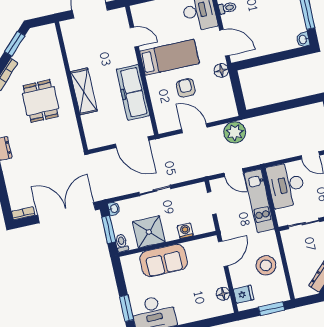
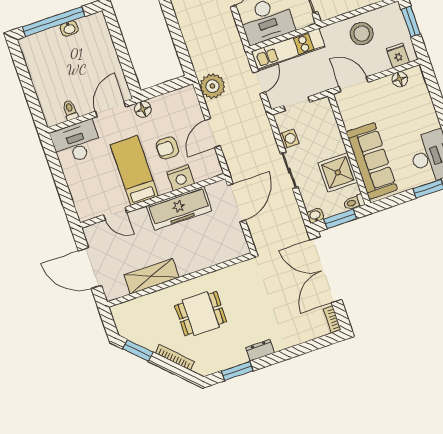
door: (134, 37) -> (115, 214), swing flipped
washbasin: (303, 39) -> (69, 28), moved
shelving: (84, 91) -> (152, 276), moved
nightstand: (159, 96) -> (181, 178), added
washing machine: (185, 231) -> (289, 139), moved, turned 180
sofa: (164, 260) -> (372, 161), width x1.36

